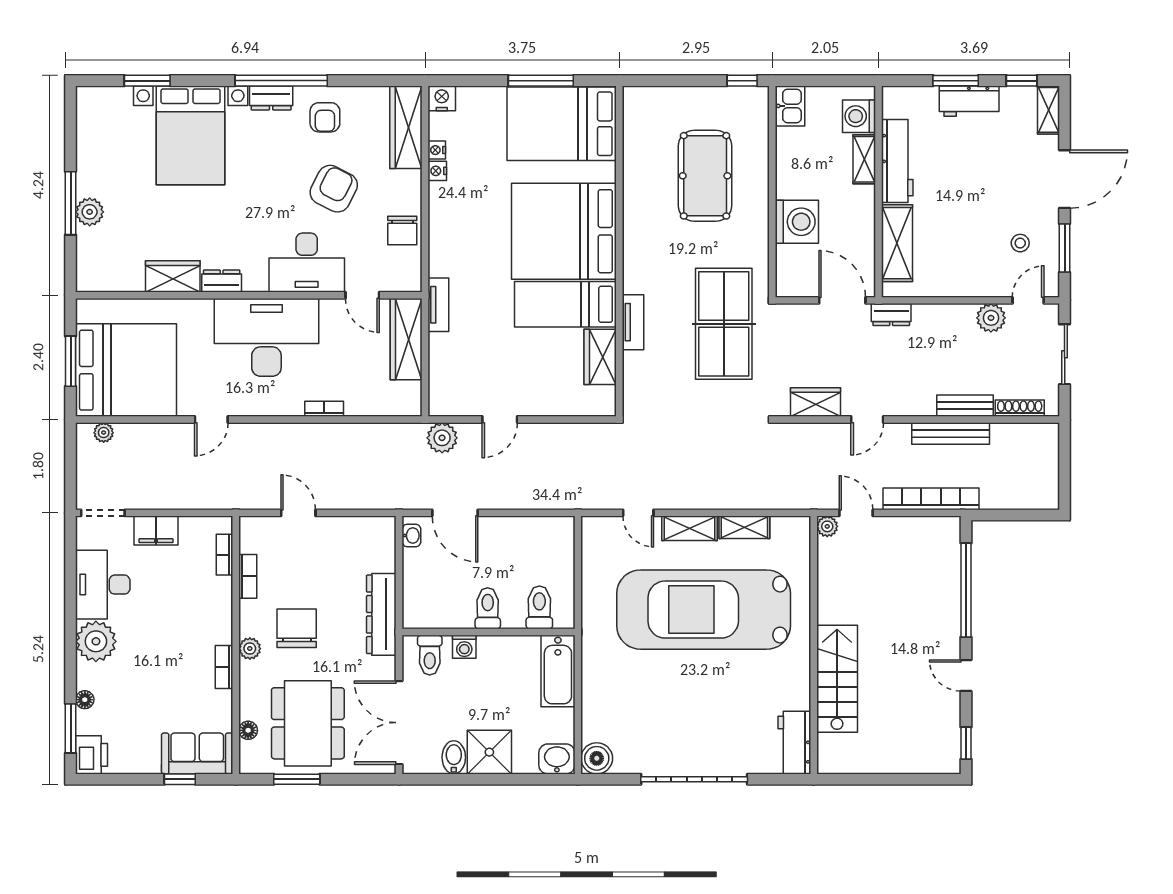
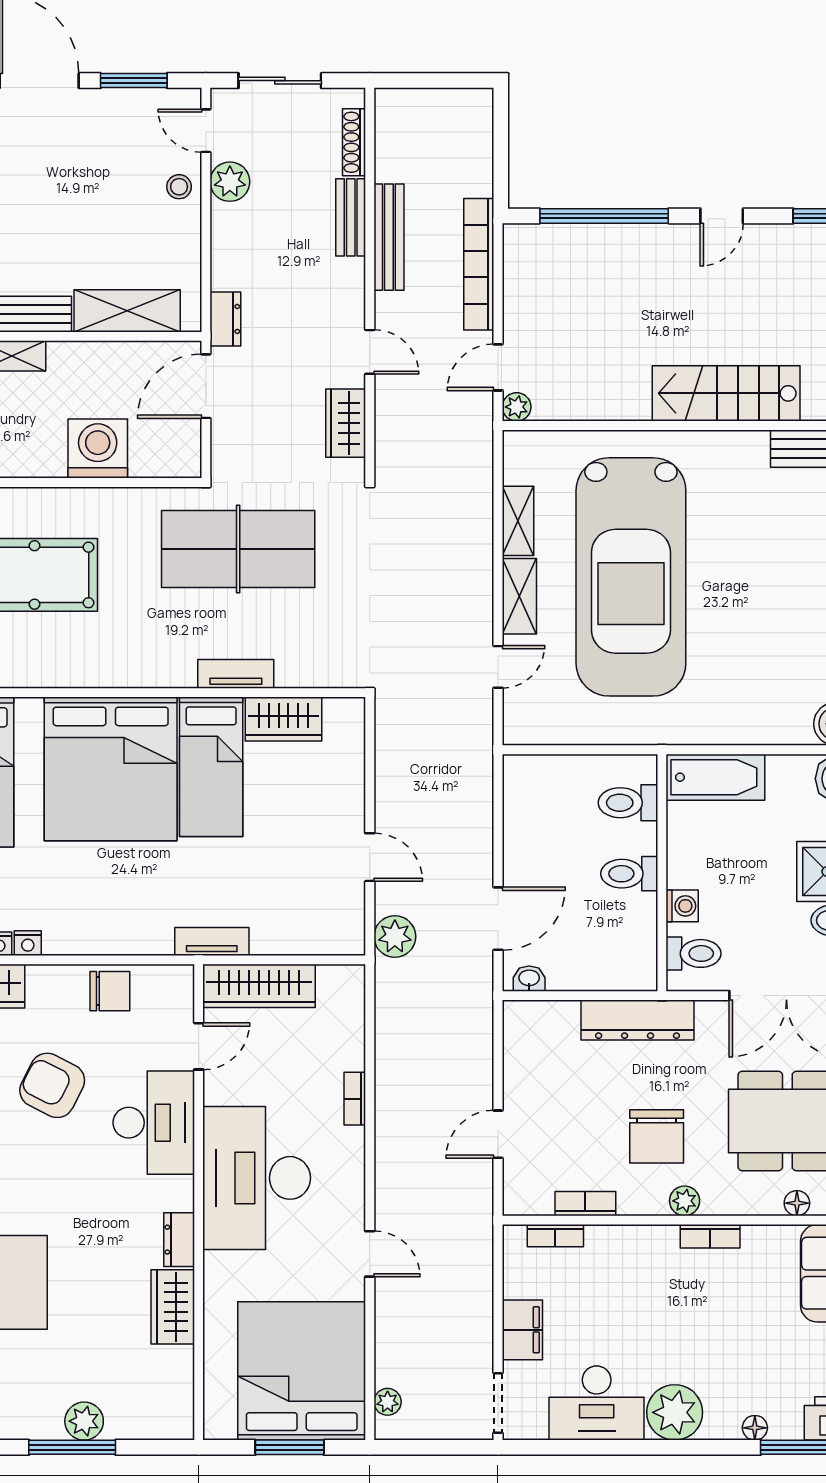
stool: (1020, 243) -> (179, 187), moved
chair: (297, 628) -> (657, 1136), turned -90

